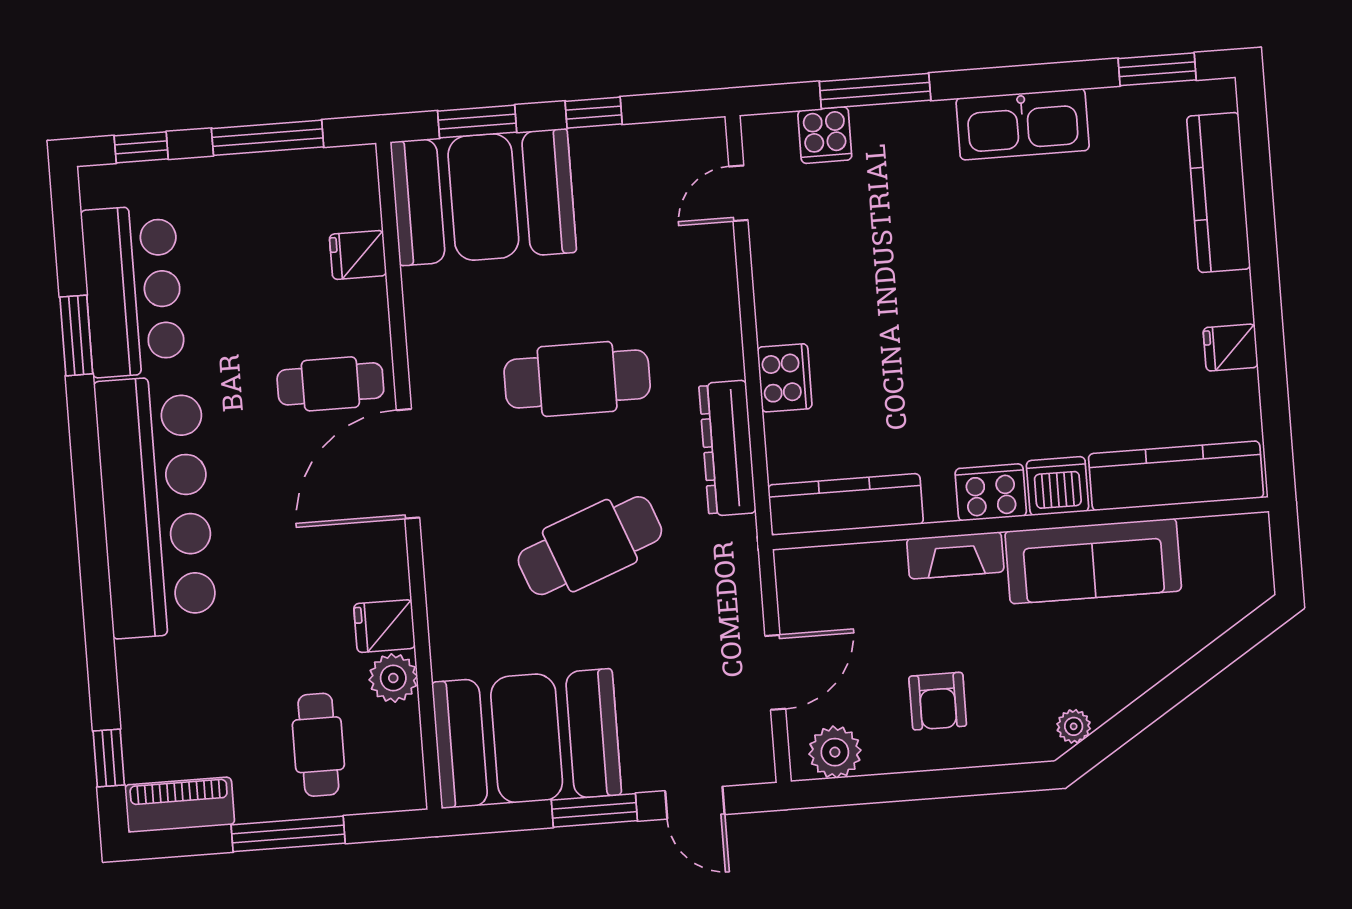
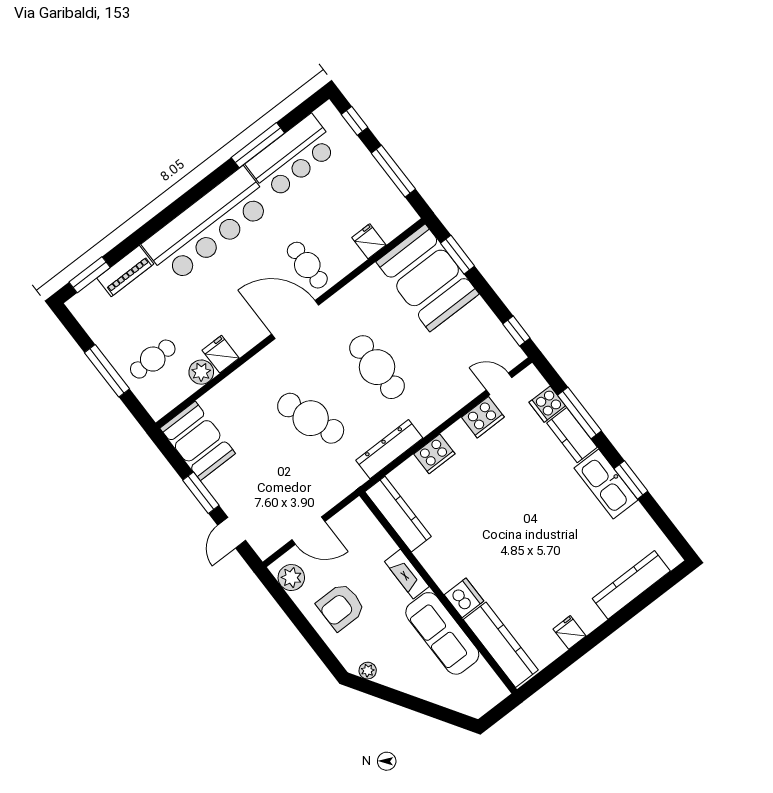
window: (1157, 69) -> (631, 480), moved
window: (594, 113) -> (516, 331), moved
kitchen counter: (904, 128) -> (572, 435), added
window: (76, 335) -> (258, 145), width x1.44
cooker: (991, 492) -> (483, 417), moved, turned 90
armchair: (938, 701) -> (341, 607), width x1.38, depth x1.38
booth: (527, 738) -> (198, 441), width x0.73, depth x0.70
window: (109, 758) -> (90, 275), width x1.50
piano: (180, 805) -> (125, 271), moved, turned 90

